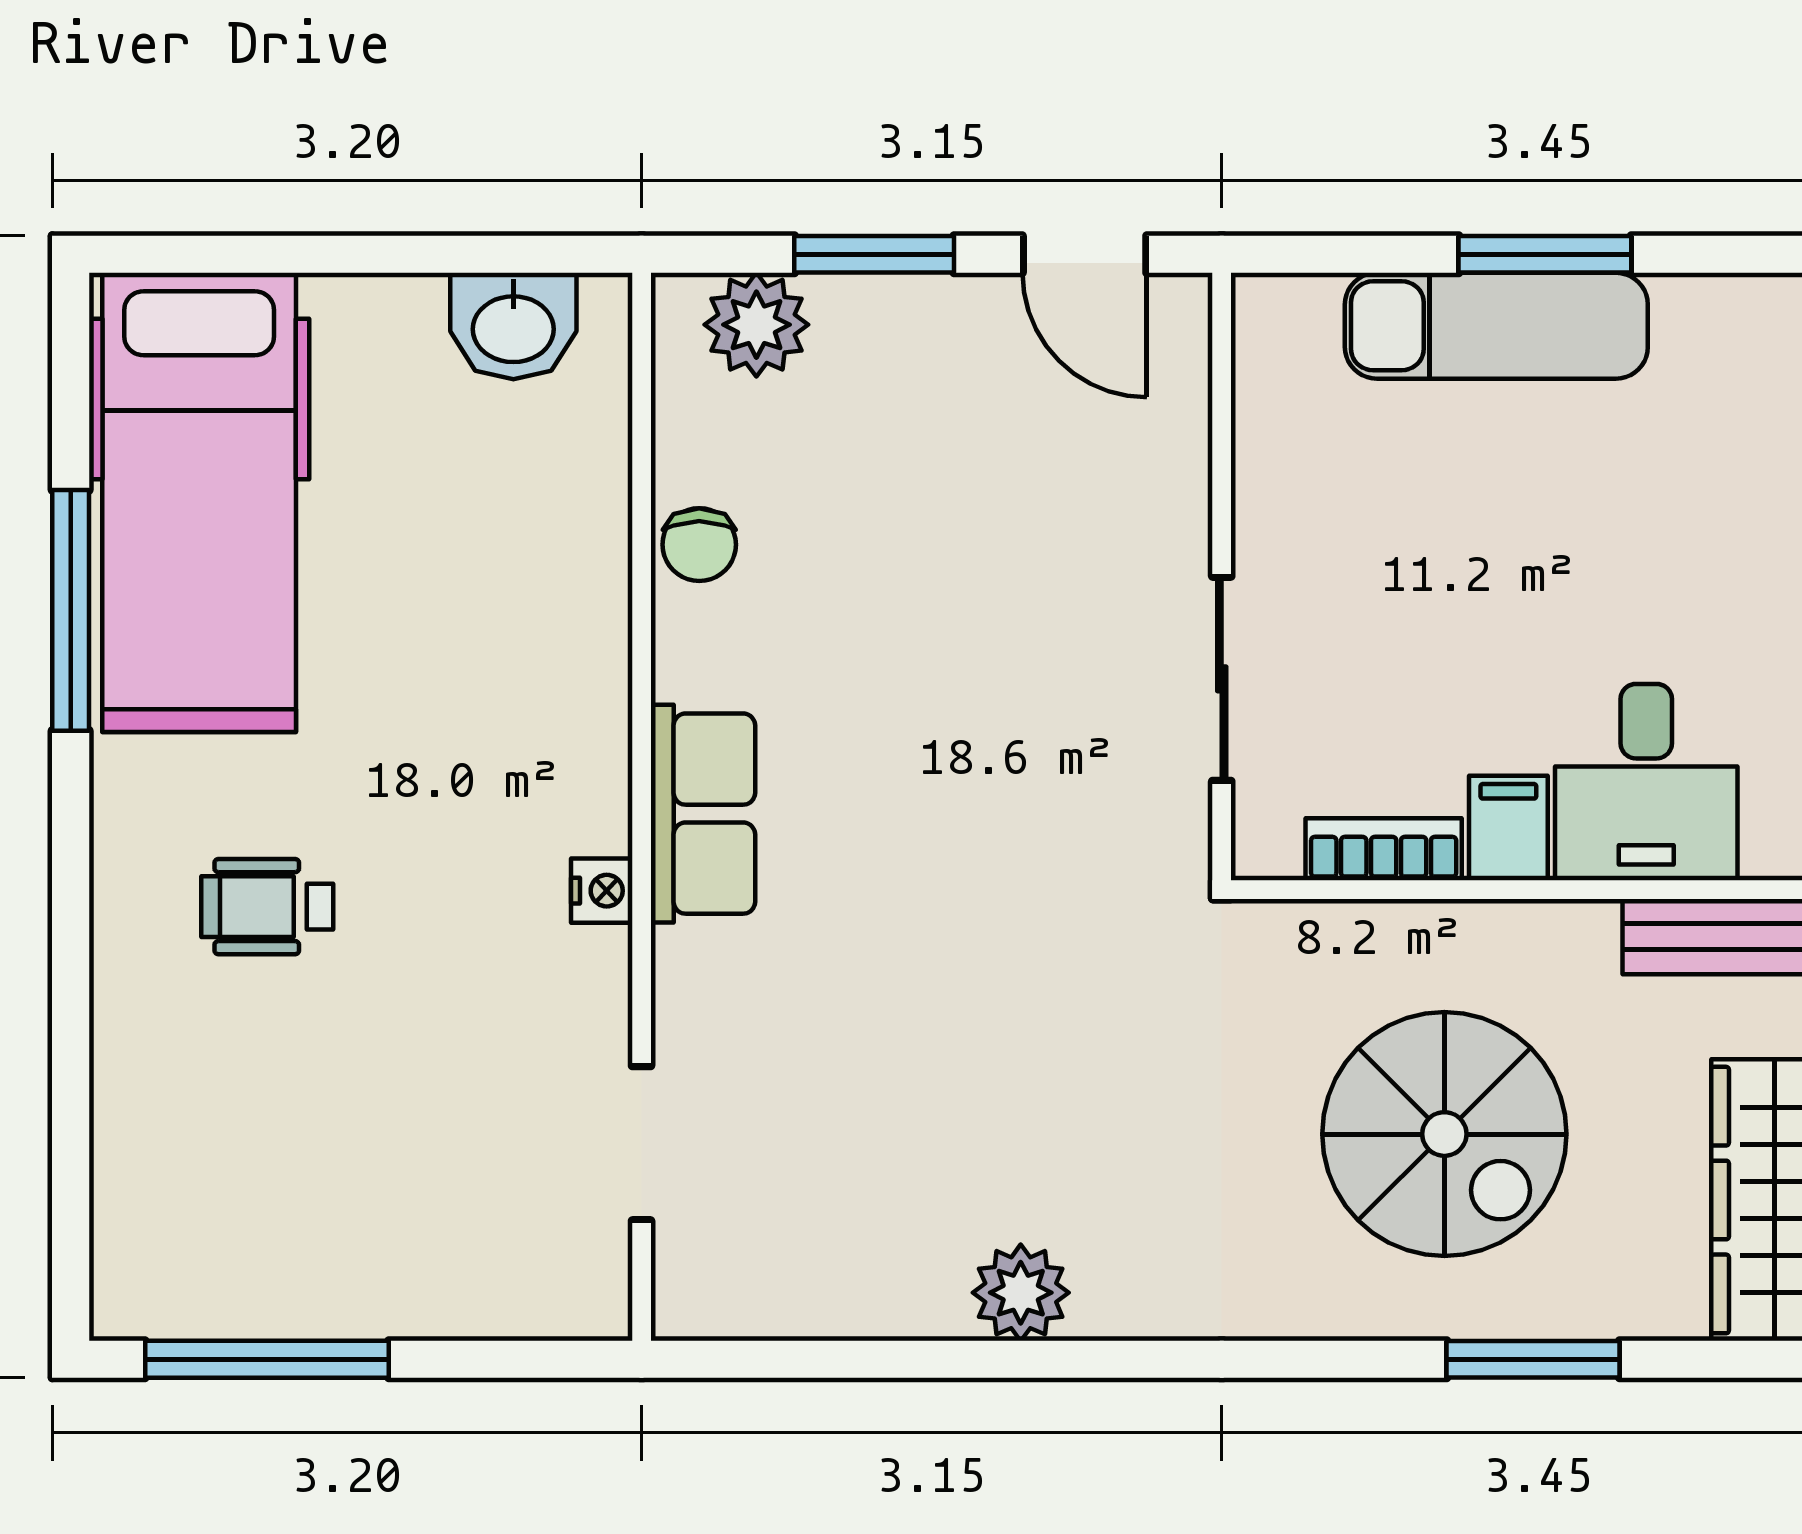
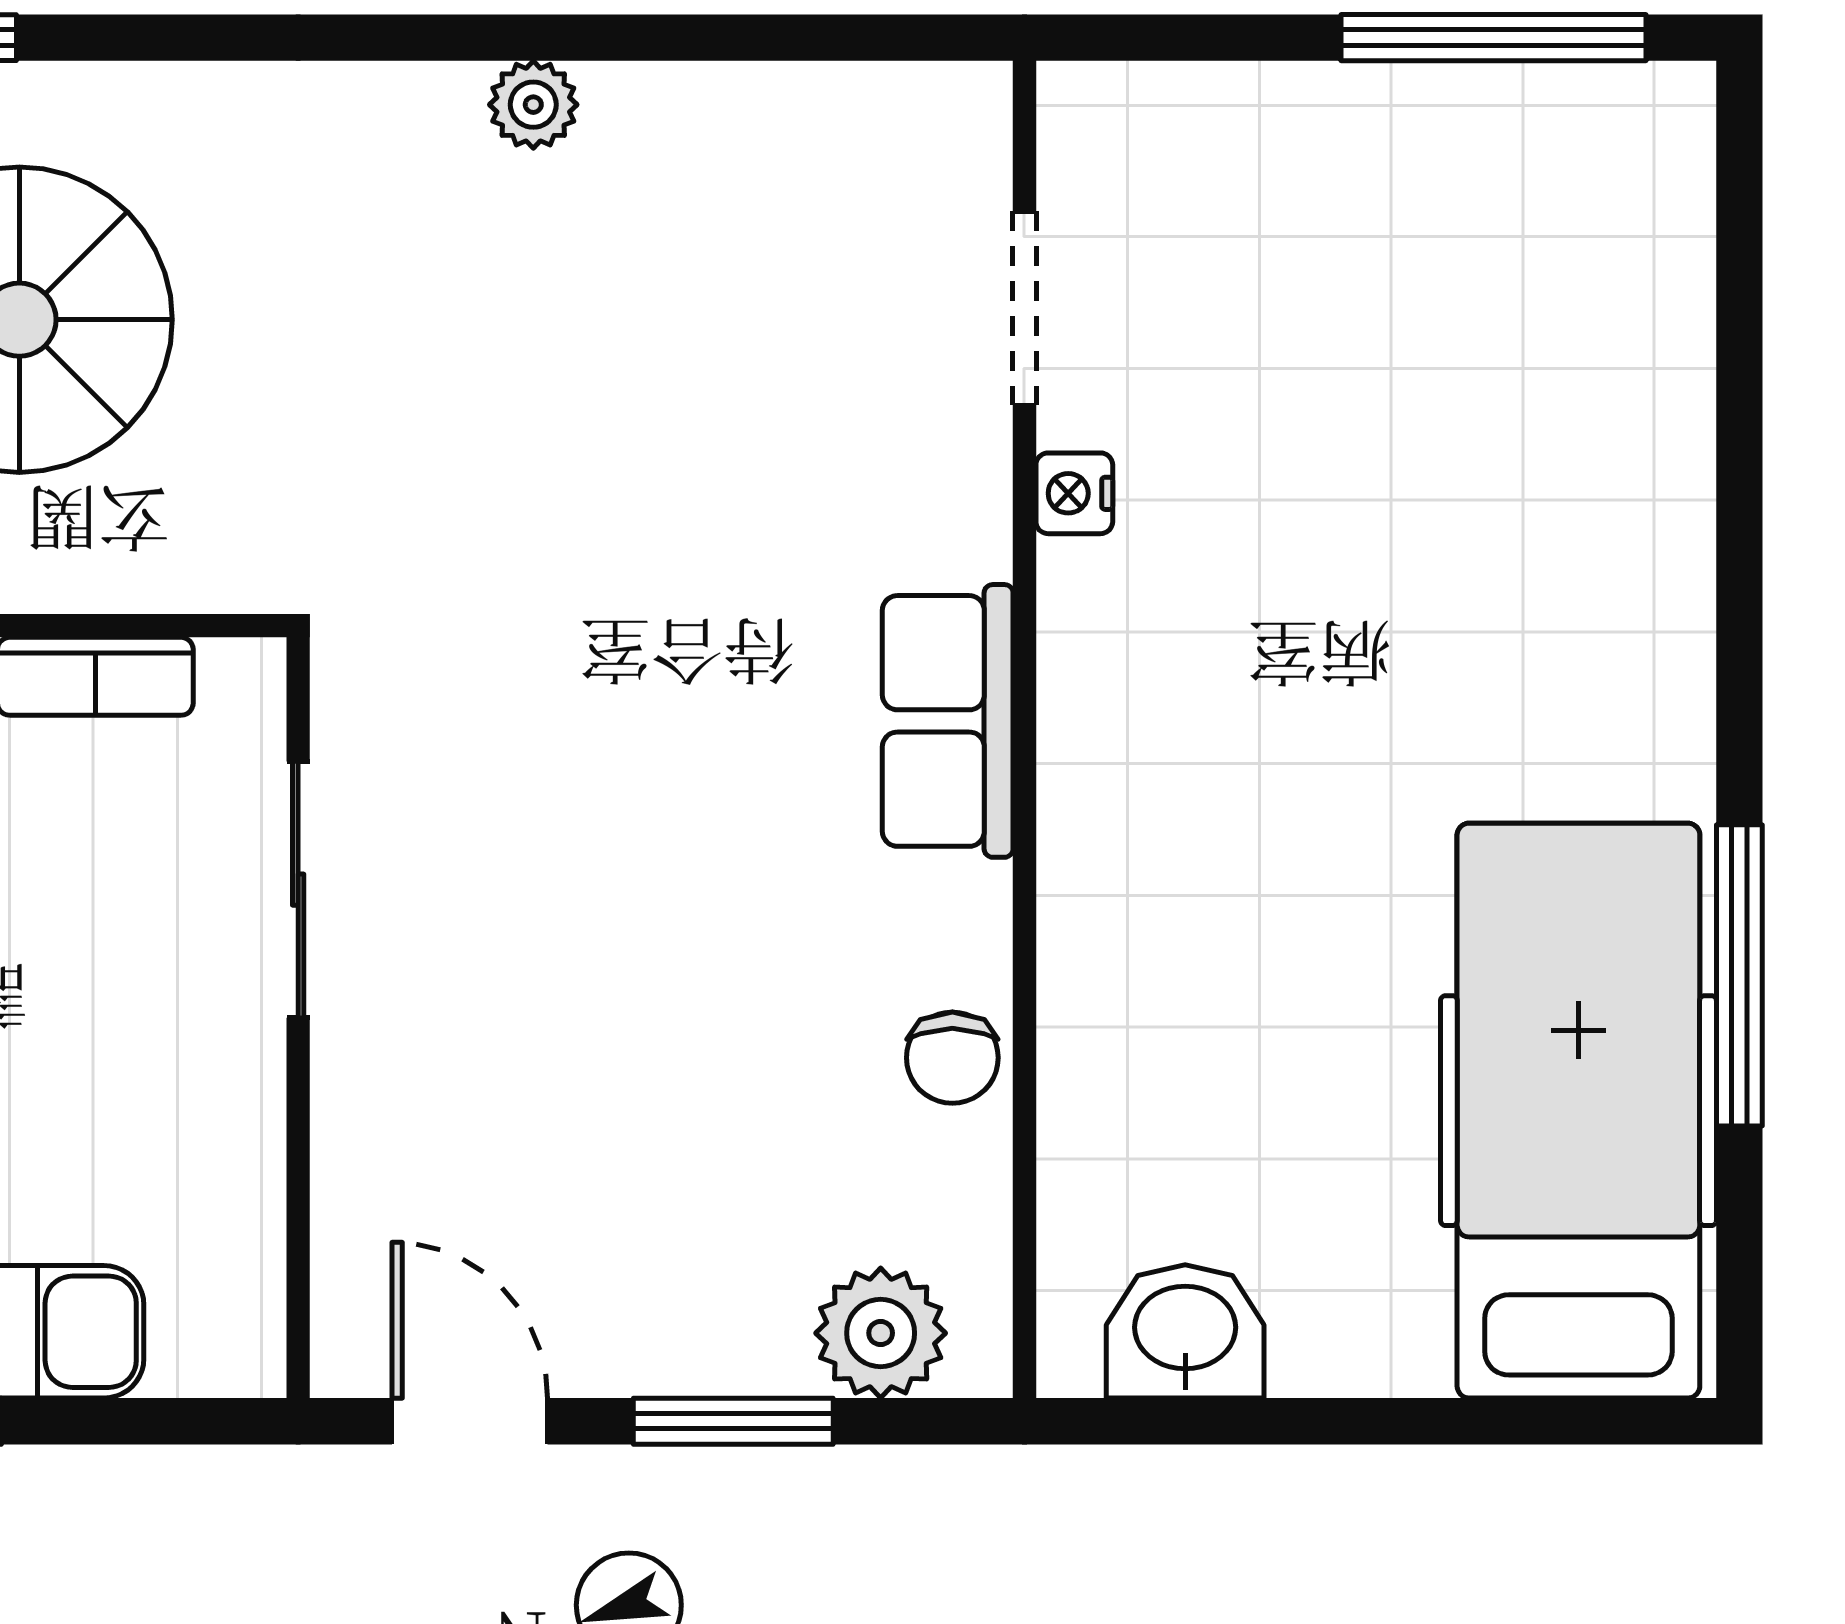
chair: (699, 545) -> (952, 1058), turned 180
nightstand: (602, 891) -> (1074, 493), moved
wheelchair: (267, 907) -> (1493, 604), removed
plant: (1021, 1293) -> (533, 105), width x0.73, depth x0.73

